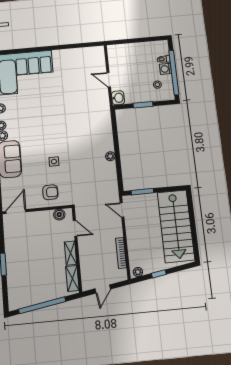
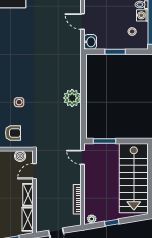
plant: (110, 156) -> (72, 98), width x1.87, depth x1.87
door: (75, 228) -> (34, 171), swing flipped

